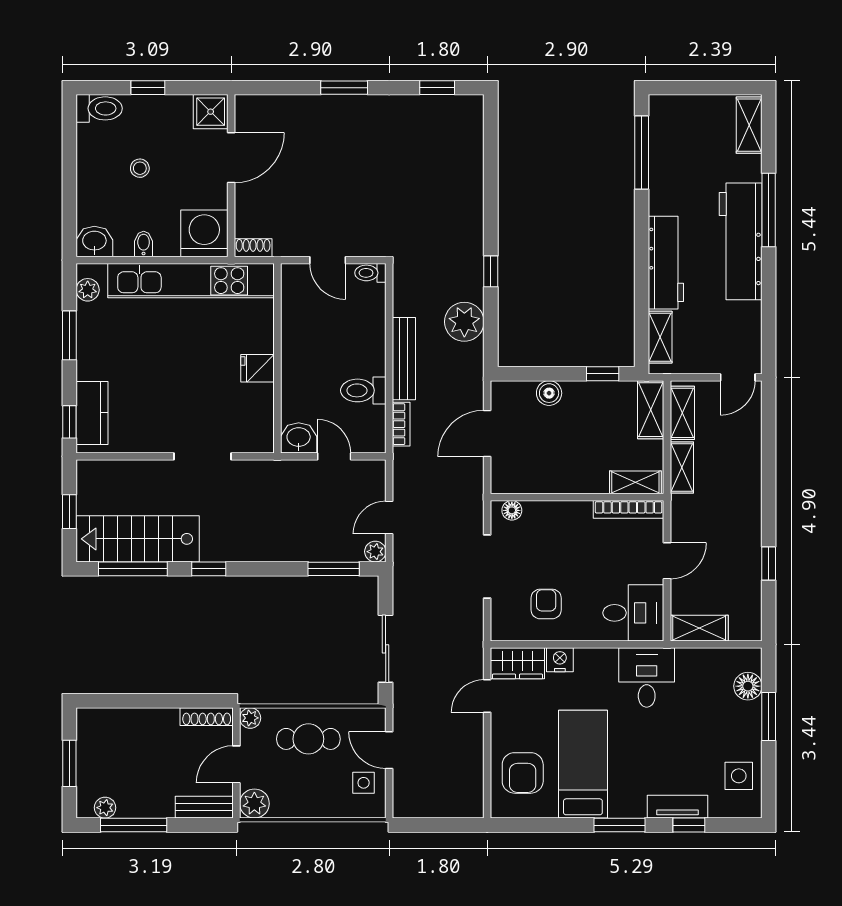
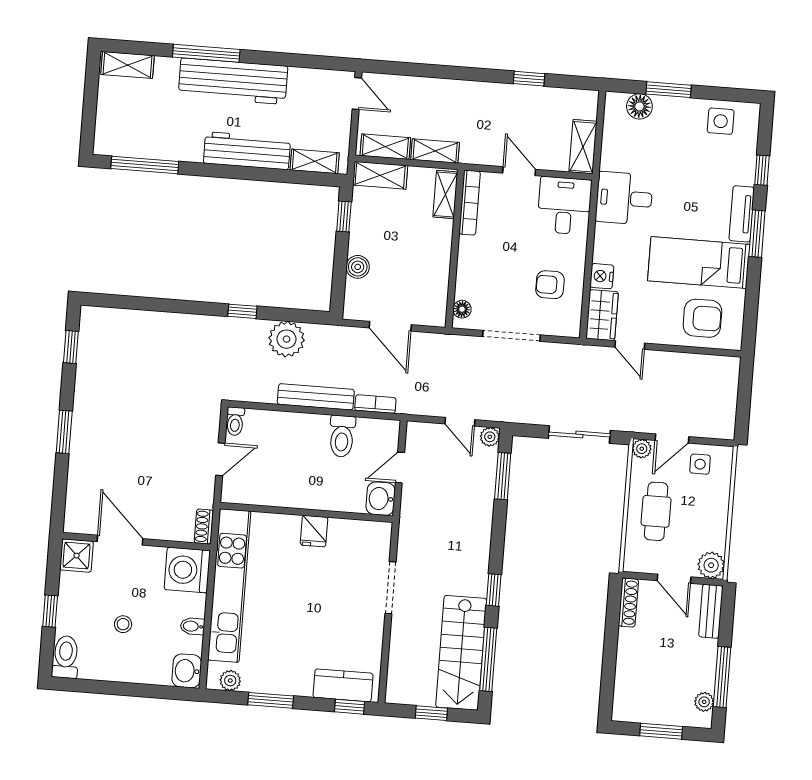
plant: (250, 718) -> (642, 449), moved
tv unit: (677, 807) -> (742, 214), moved

